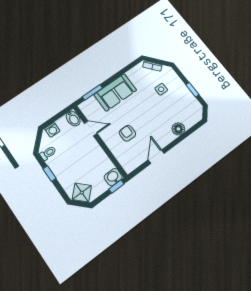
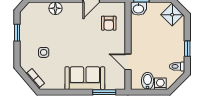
bidet: (73, 118) -> (148, 81), moved
armchair: (127, 133) -> (109, 23), moved

